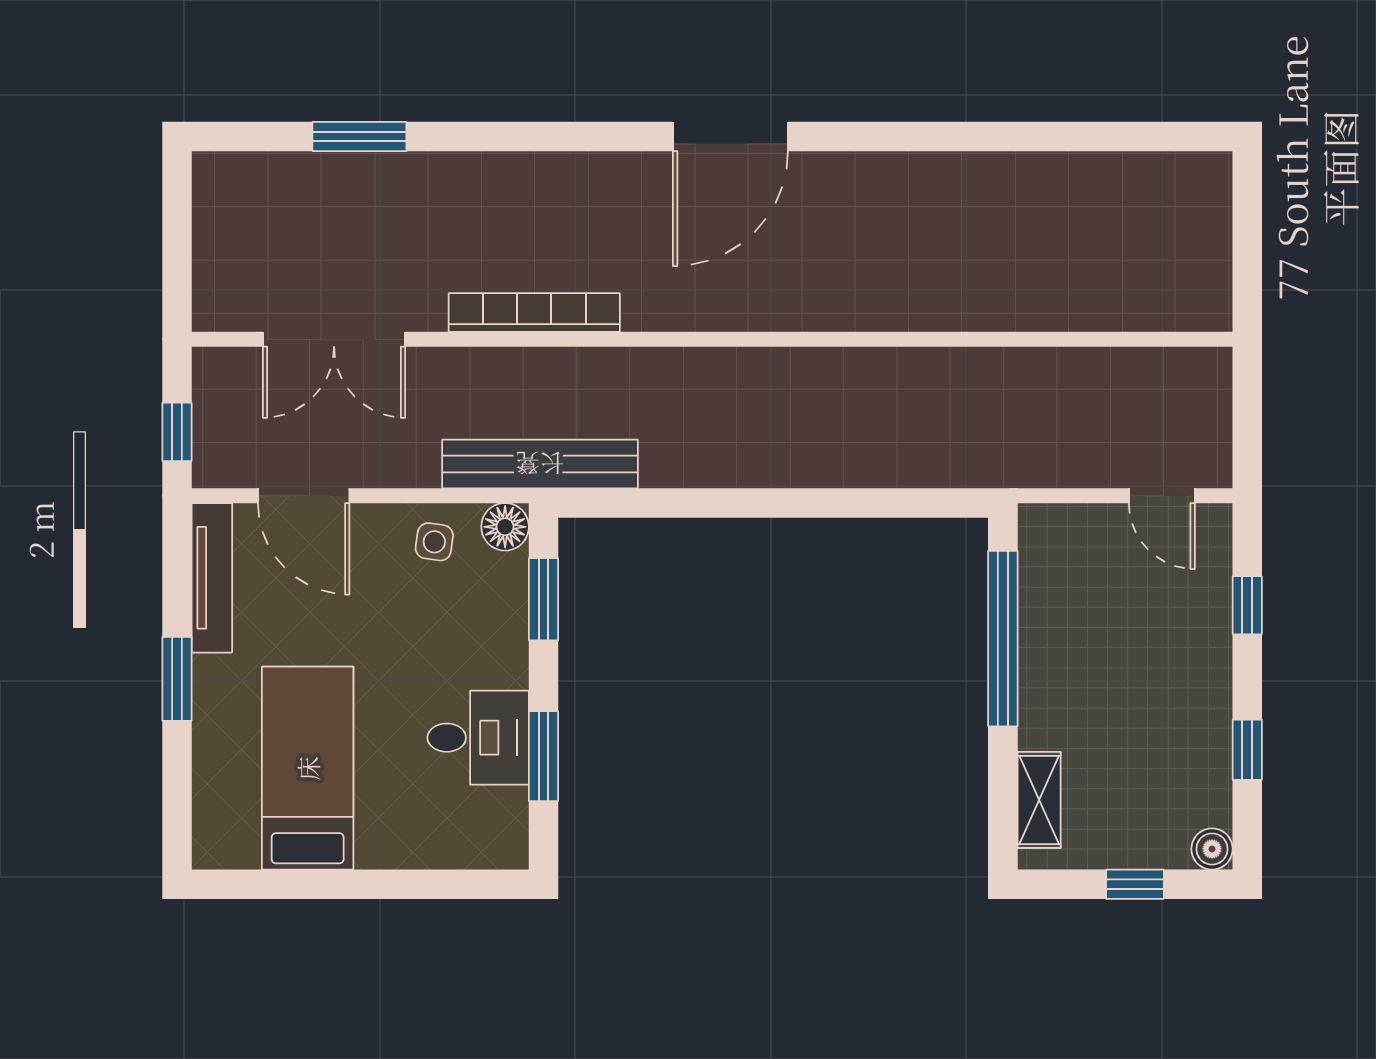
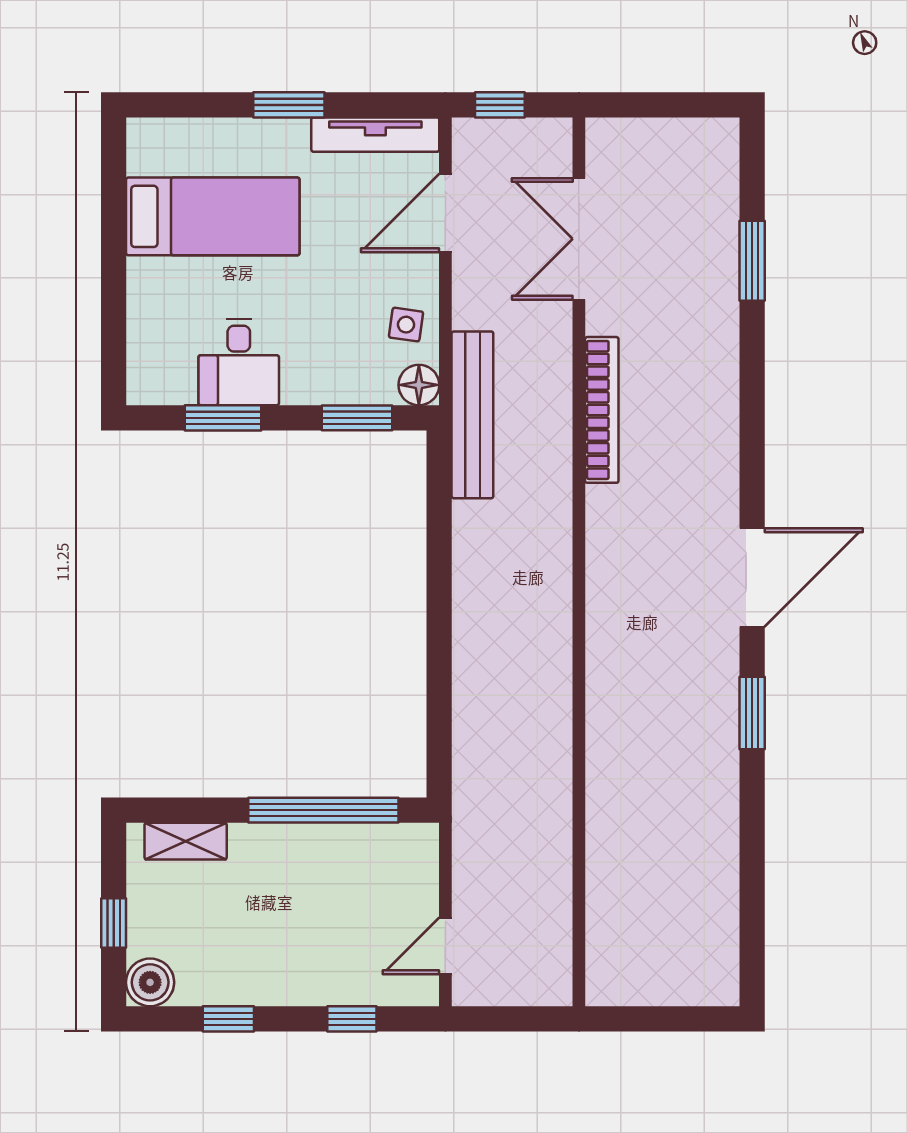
door: (730, 136) -> (752, 577), swing flipped
window: (889, 136) -> (752, 713), added
boiler: (1212, 849) -> (150, 982), width x1.36, depth x1.36

